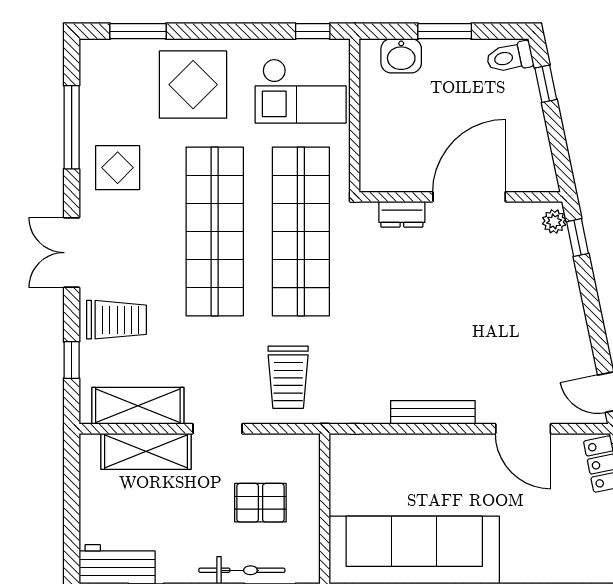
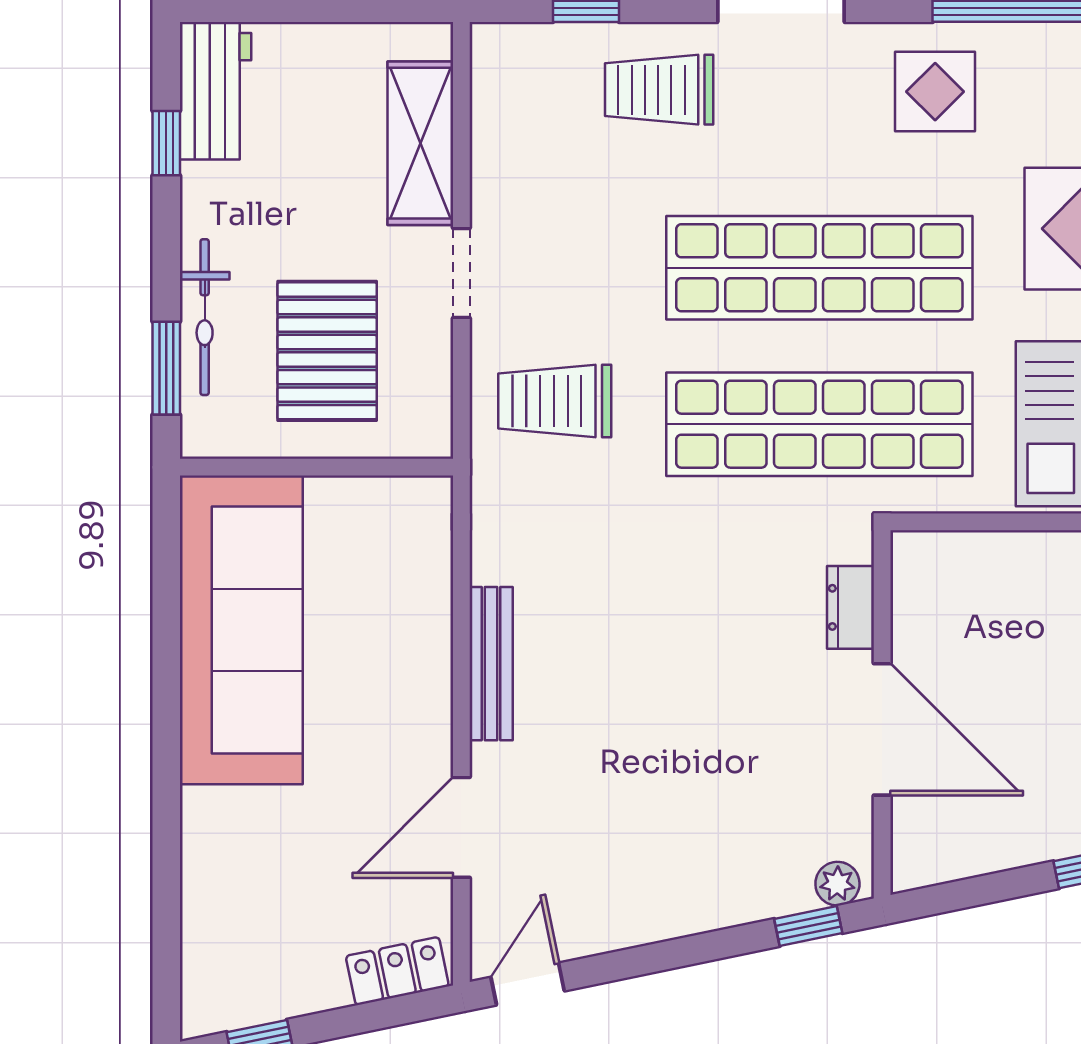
trolley: (116, 320) -> (659, 90), turned 90
shelving: (138, 406) -> (503, 129), removed
pallet: (260, 503) -> (327, 351), width x1.50, depth x1.42

